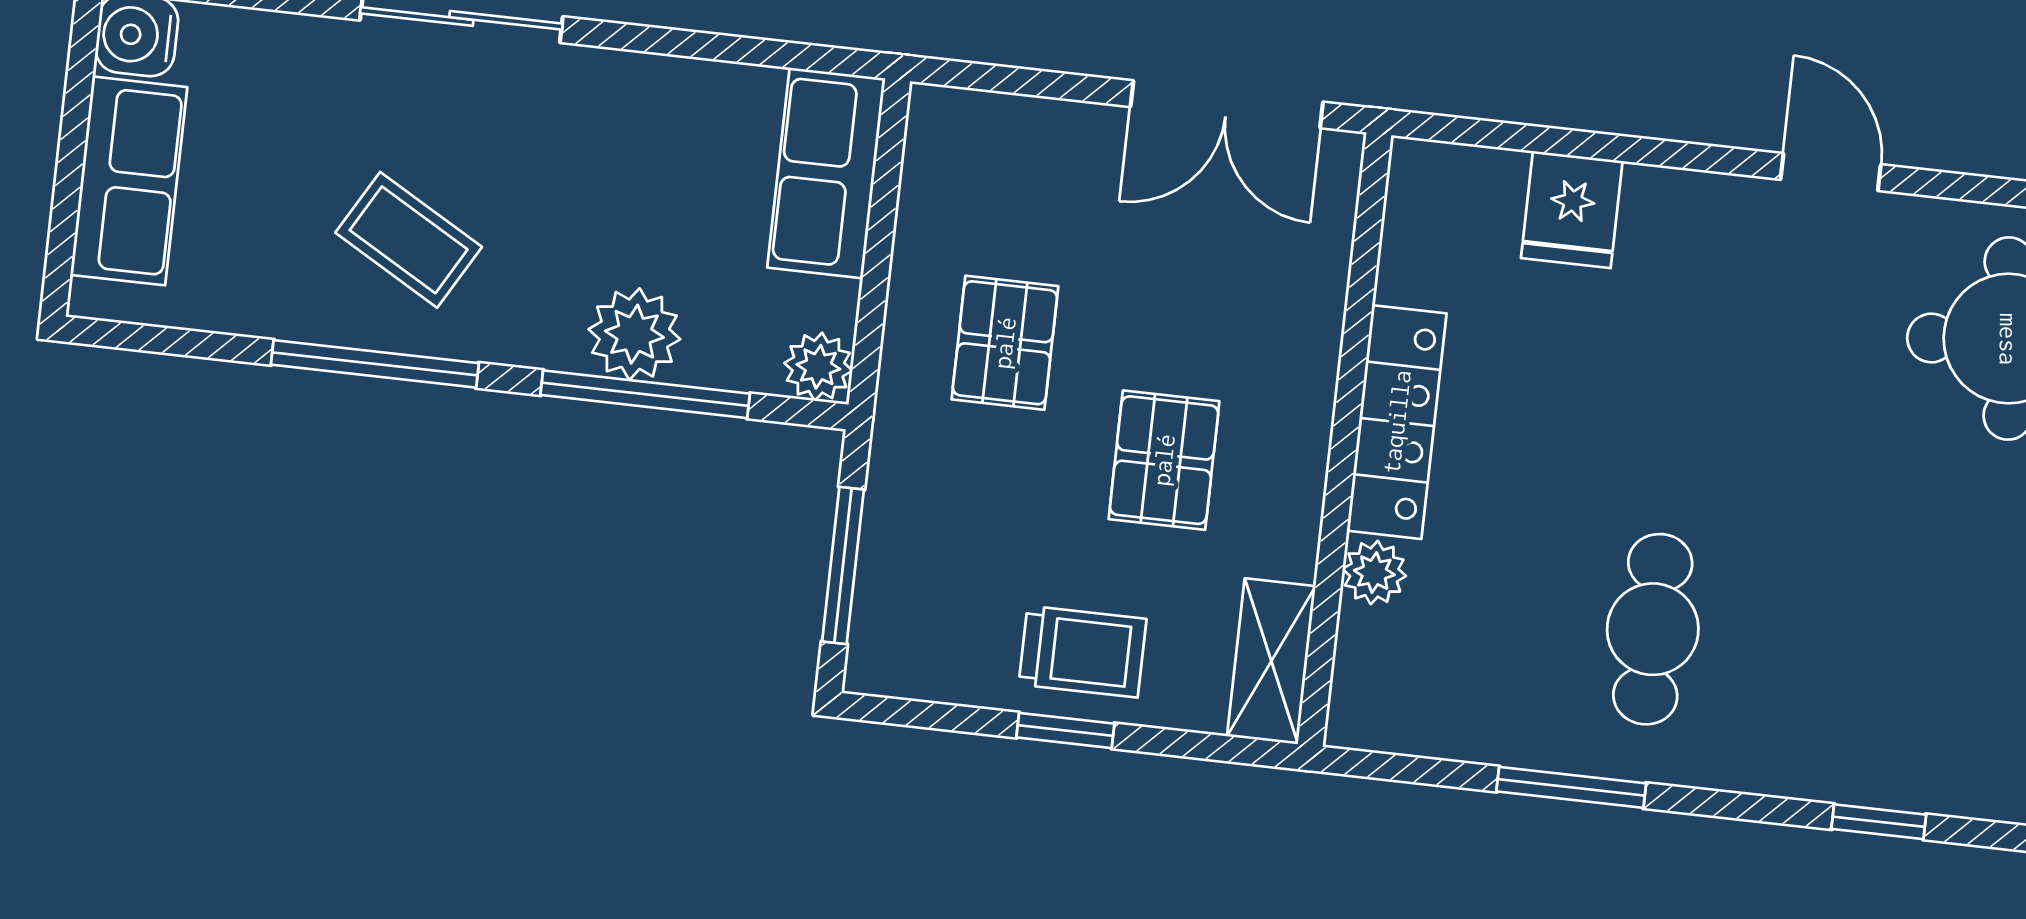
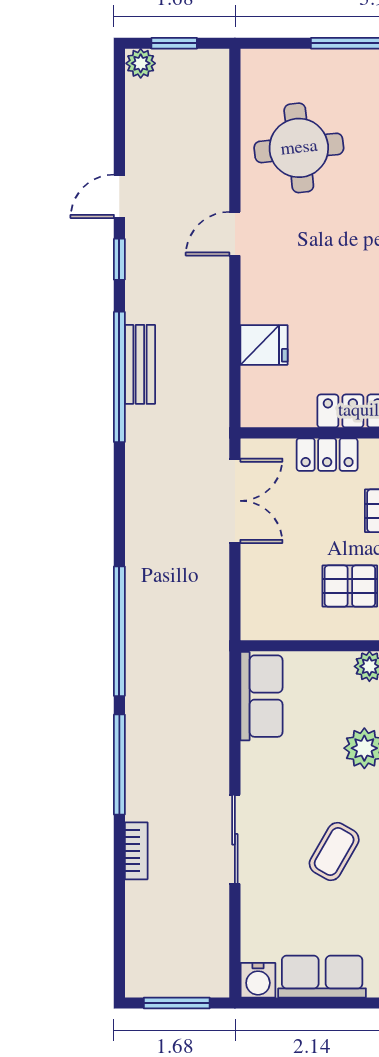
row of seats: (826, 173) -> (261, 696), moved, turned -90
locker: (1308, 325) -> (327, 455), added

